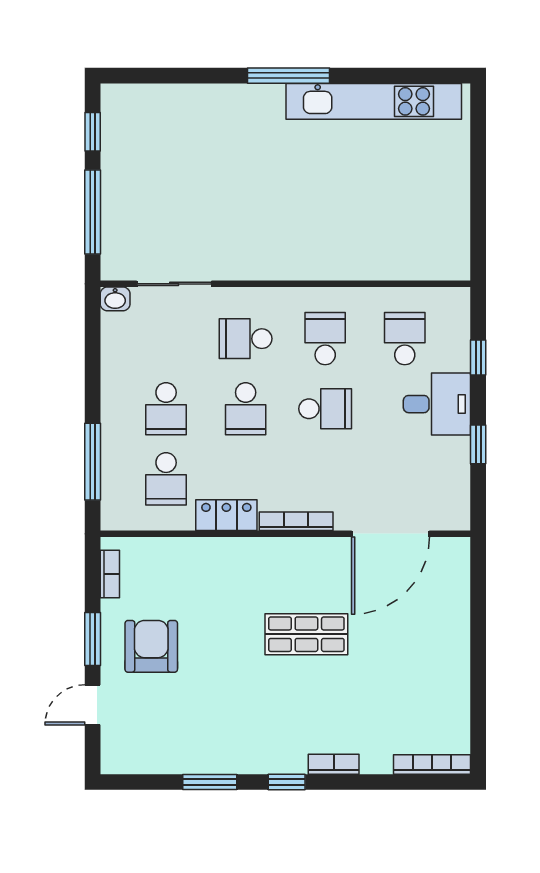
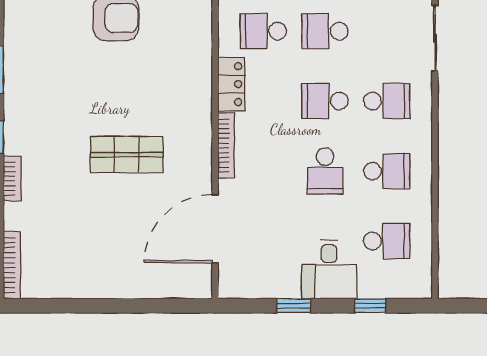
school desk: (246, 339) -> (387, 101), turned 90
door: (391, 534) -> (215, 229), hinge flipped
shop shelf: (306, 634) -> (127, 155), turned 90

